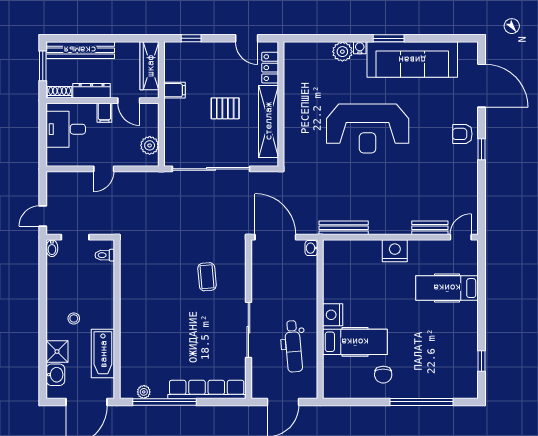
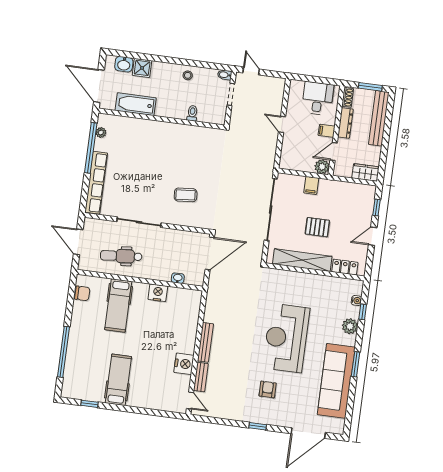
door: (247, 38) -> (373, 236), moved
window: (323, 38) -> (363, 312), added
water cooler: (360, 48) -> (356, 301), moved
wardrobe: (150, 66) -> (365, 172), width x0.67
filing cabinet: (175, 90) -> (311, 185), moved
pallet: (225, 108) -> (317, 227), turned 90
armchair: (462, 134) -> (268, 389), moved
plant: (150, 145) -> (322, 167), moved
bench: (344, 228) -> (205, 342), moved
washbasin: (311, 248) -> (178, 278), moved
nightstand: (395, 251) -> (184, 364), moved
toilet: (105, 255) -> (192, 113), moved
hospital bed: (447, 288) -> (118, 380), moved
nightstand: (333, 315) -> (158, 293), moved
stool: (74, 318) -> (188, 75), moved
chair: (383, 375) -> (82, 293), moved, turned 180

